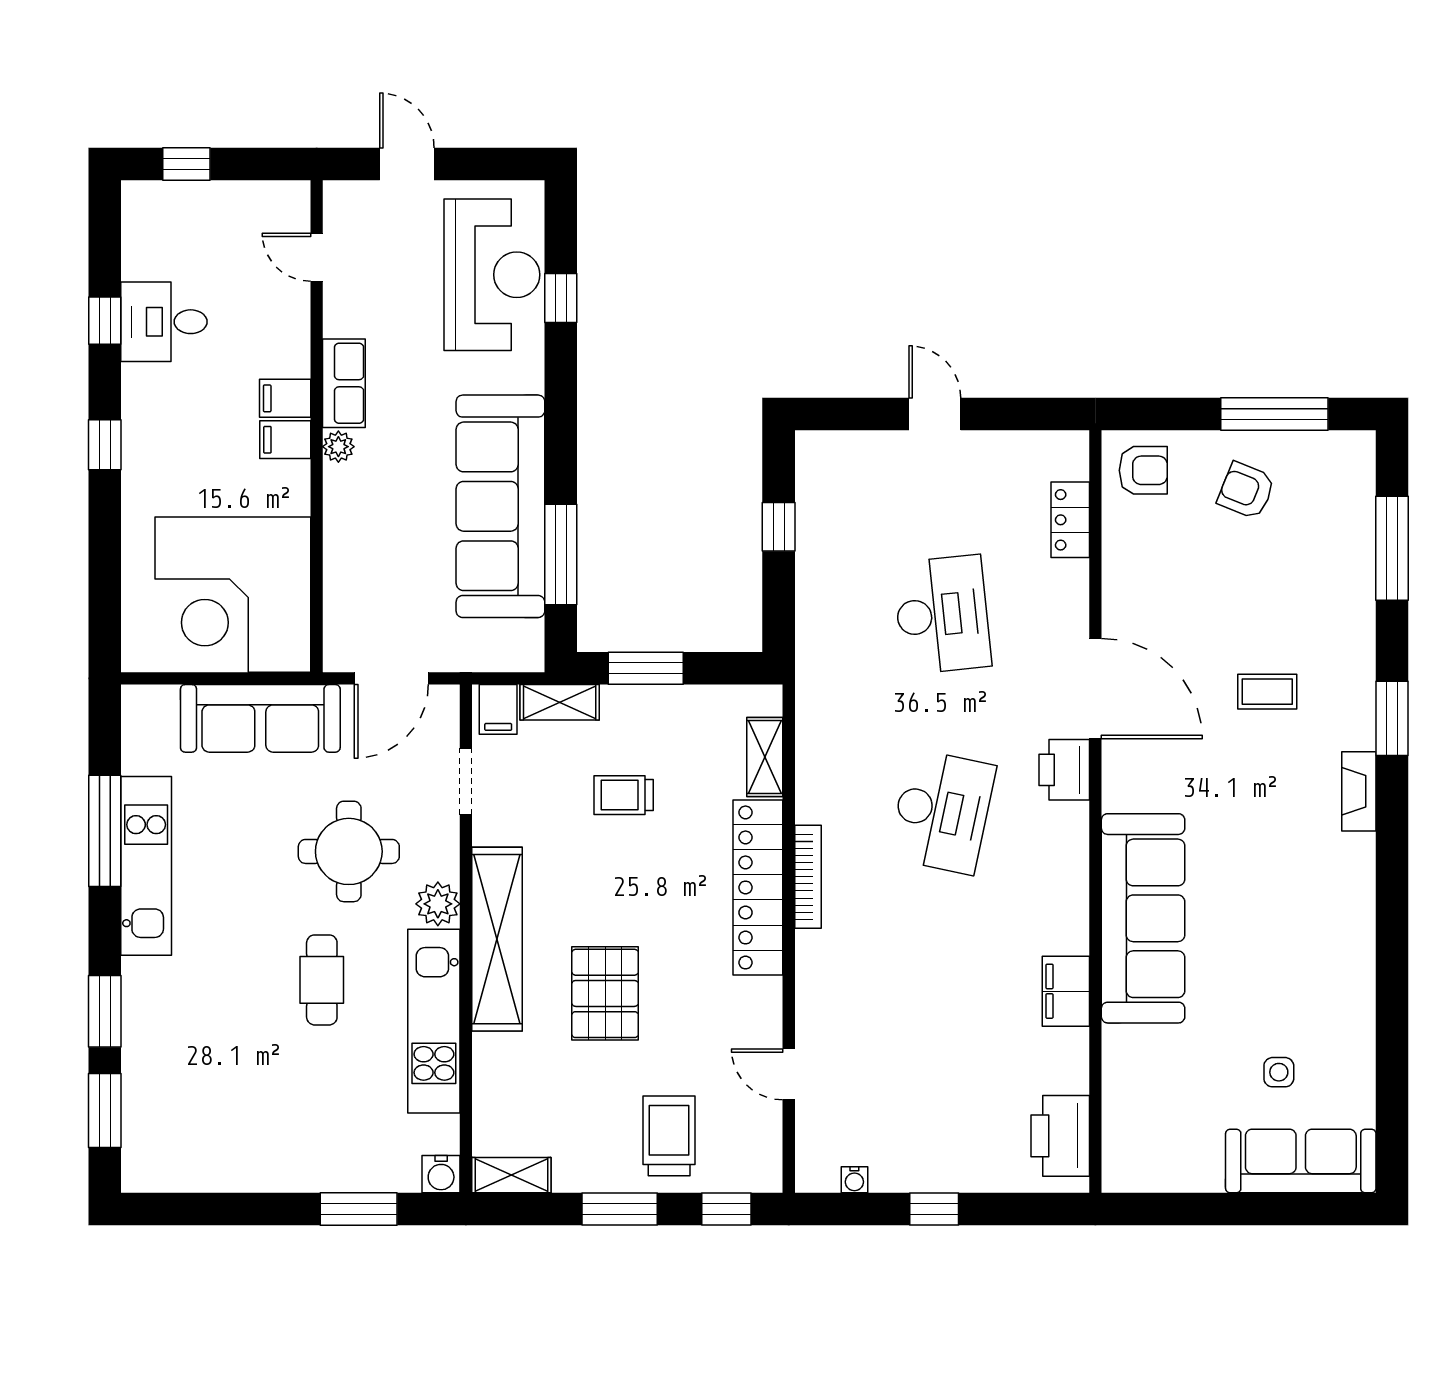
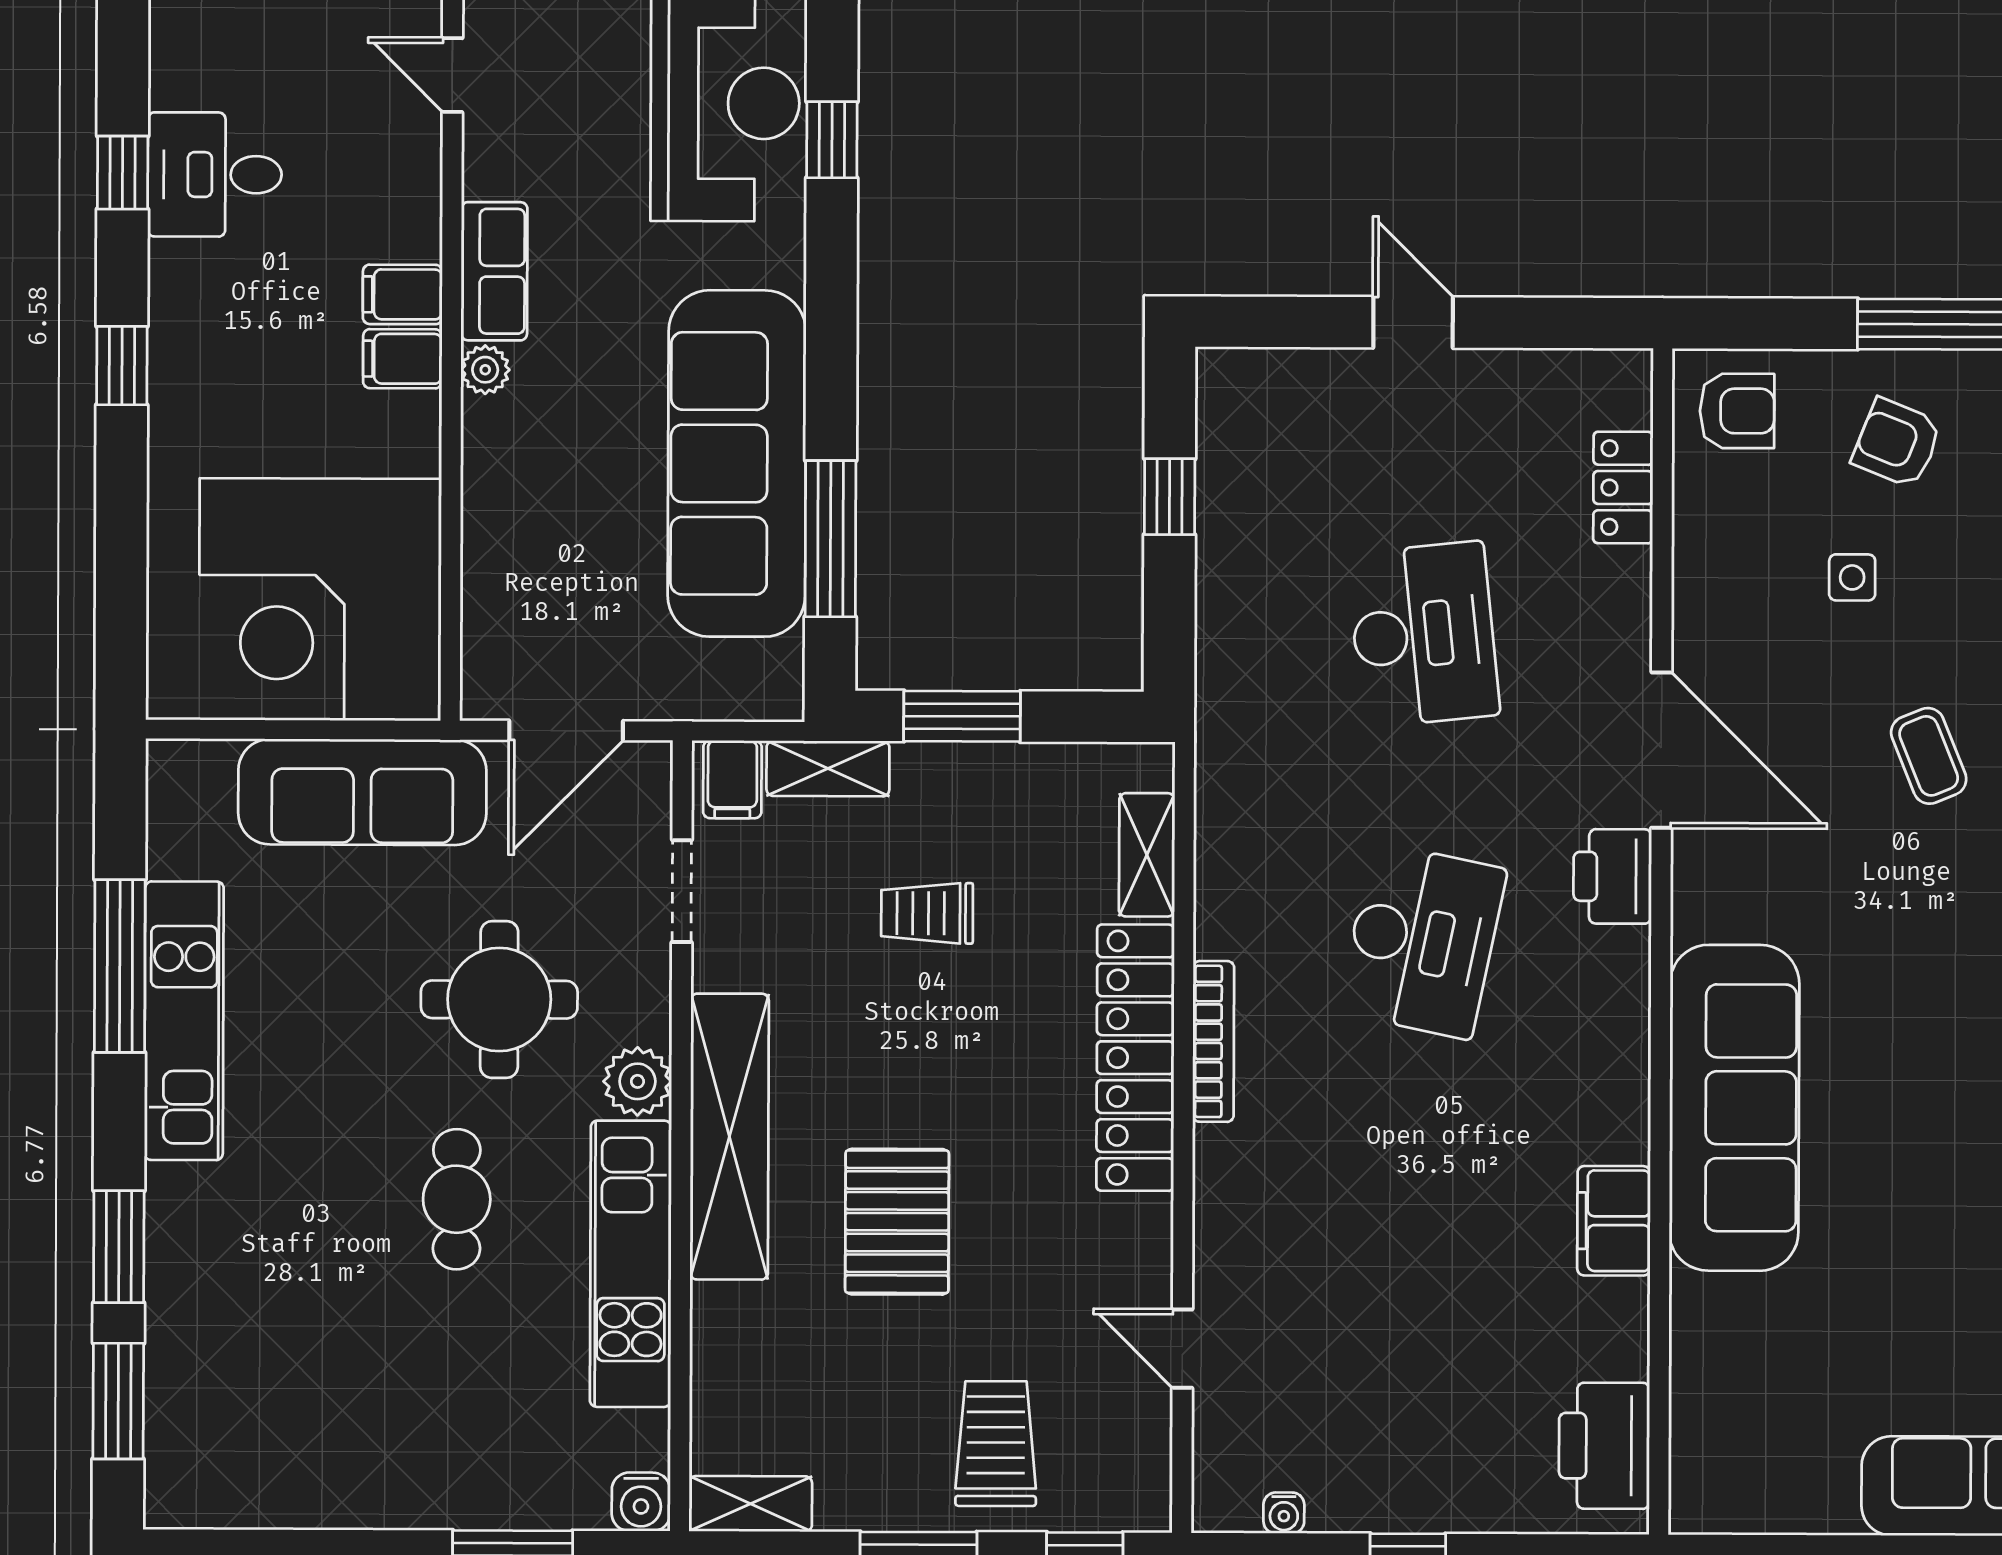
coffee table: (1267, 692) -> (1929, 756), turned 68
side table: (1279, 1072) -> (1852, 577), moved

